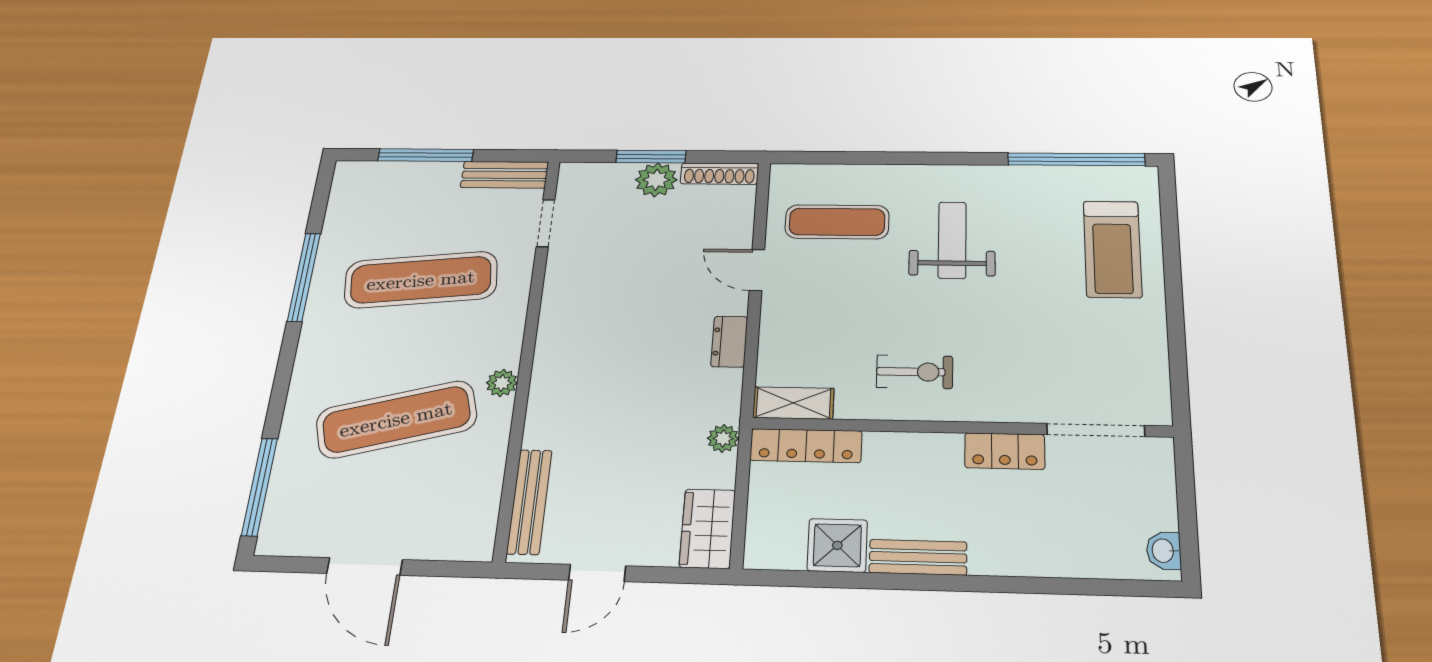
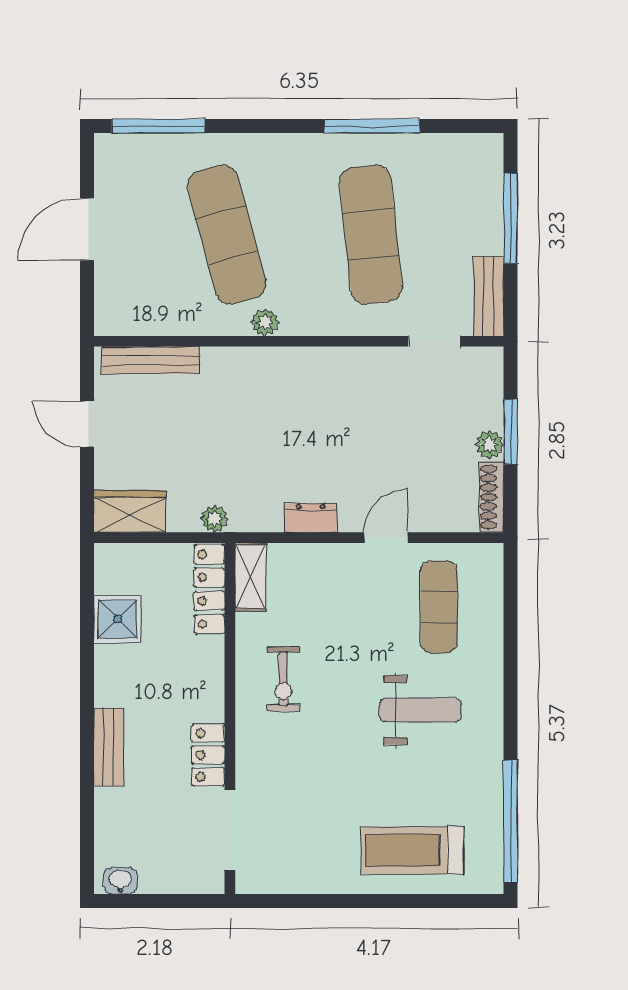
plant: (656, 180) -> (489, 444), width x0.73, depth x0.73
bench: (918, 557) -> (109, 747), moved

